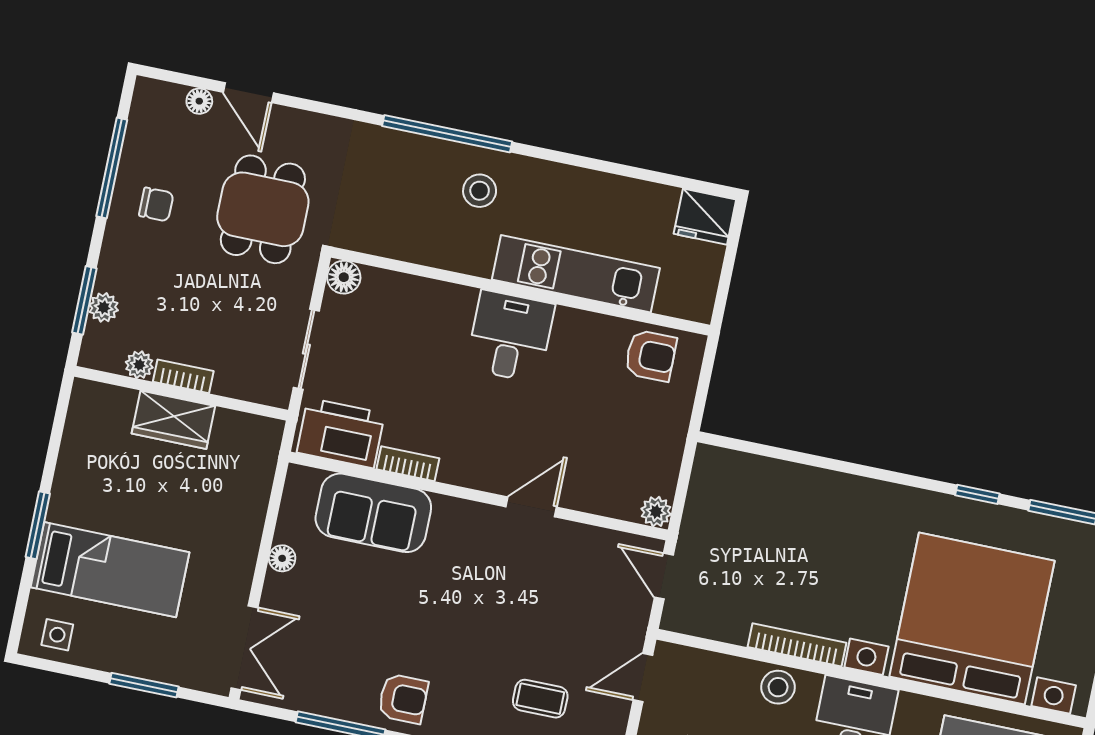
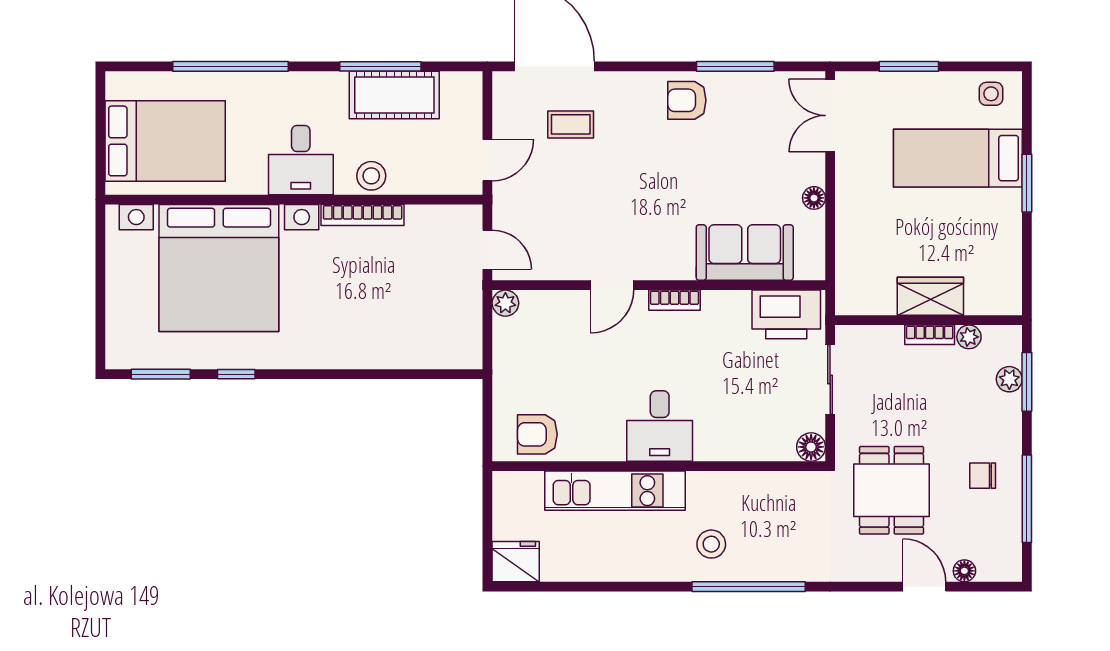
bookcase: (408, 464) -> (675, 300), moved

